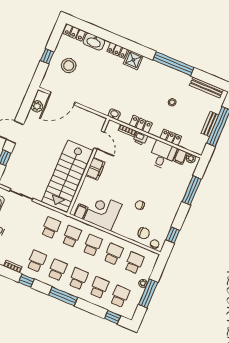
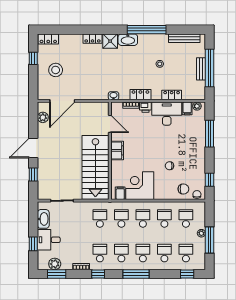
washbasin: (94, 42) -> (128, 40), moved
window: (47, 56) -> (33, 58), moved
desk: (162, 155) -> (167, 114), width x1.37

